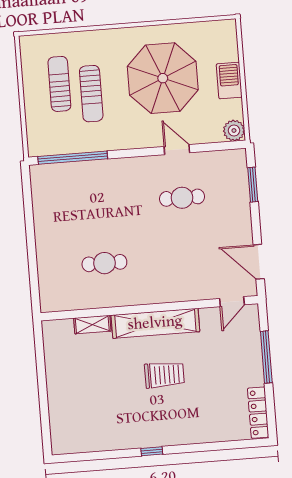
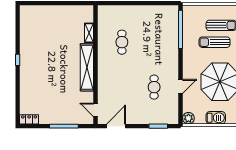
trolley: (164, 375) -> (59, 70), removed
locker: (258, 413) -> (29, 119), width x0.66

